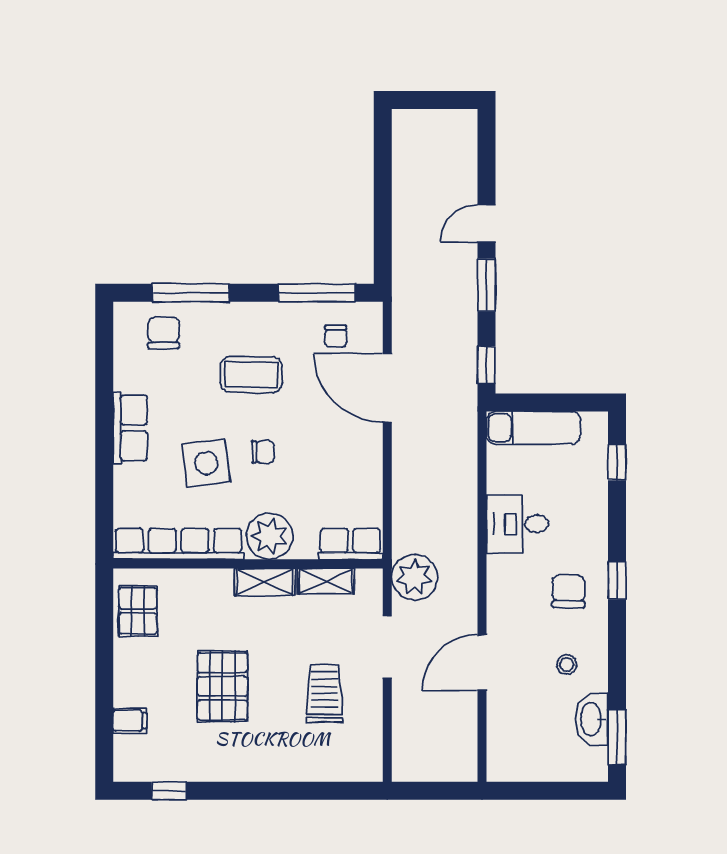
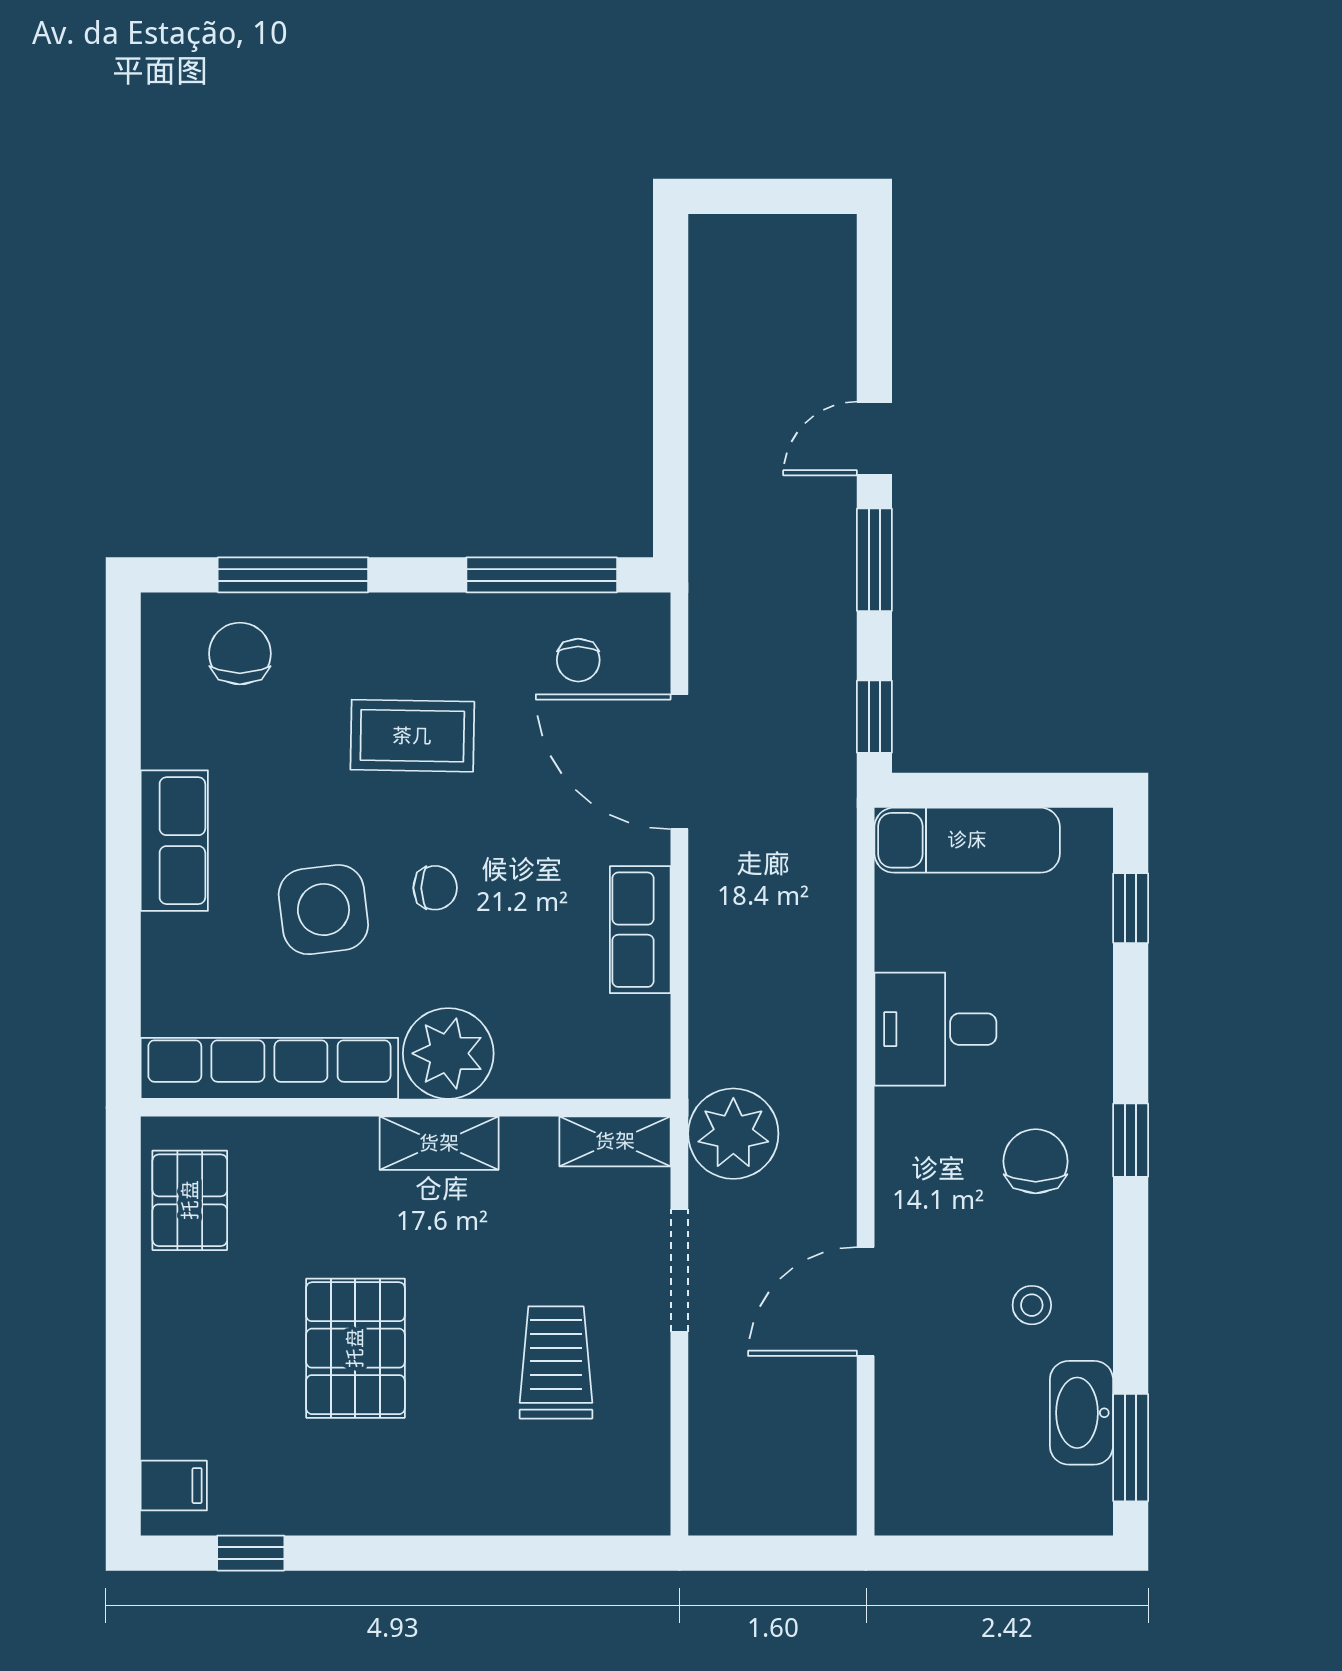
row of seats: (350, 544) -> (640, 930), moved, turned -90
shelving: (326, 581) -> (615, 1141), moved
filing cabinet: (130, 721) -> (174, 1486), moved

